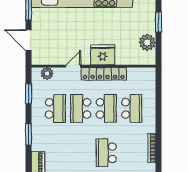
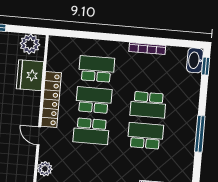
plant: (147, 42) -> (30, 44), moved
fridge: (103, 55) -> (30, 75), moved
school desk: (55, 108) -> (145, 136), moved

